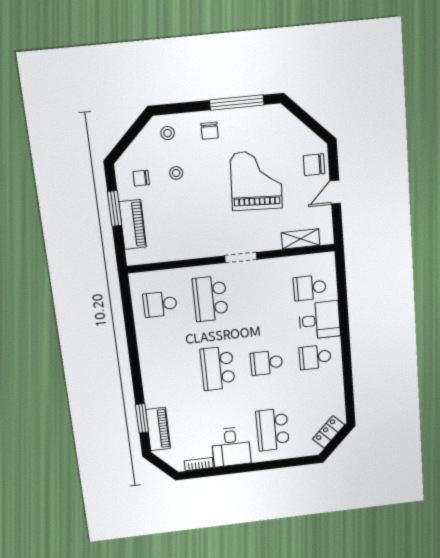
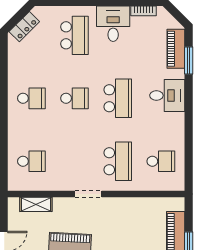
desk: (319, 320) -> (167, 95), moved, turned 180

